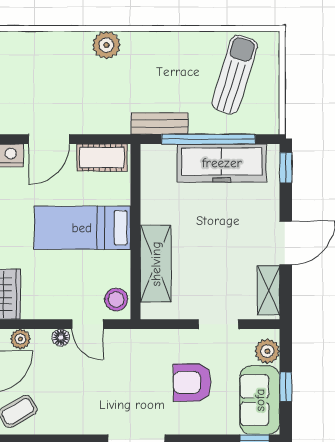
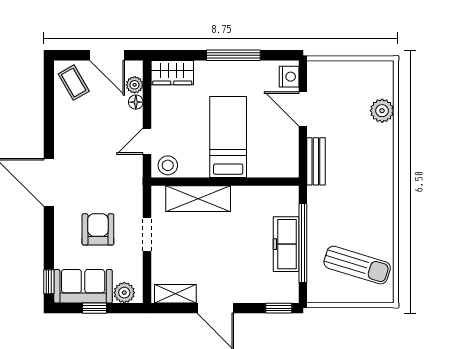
plant: (106, 45) -> (382, 111), moved
bench: (160, 123) -> (316, 161), moved
cot: (102, 157) -> (287, 153), removed
freezer: (222, 163) -> (286, 244), width x0.73, depth x0.79
doorway: (218, 324) -> (147, 234), moved
floor lamp: (61, 338) -> (136, 102), moved

